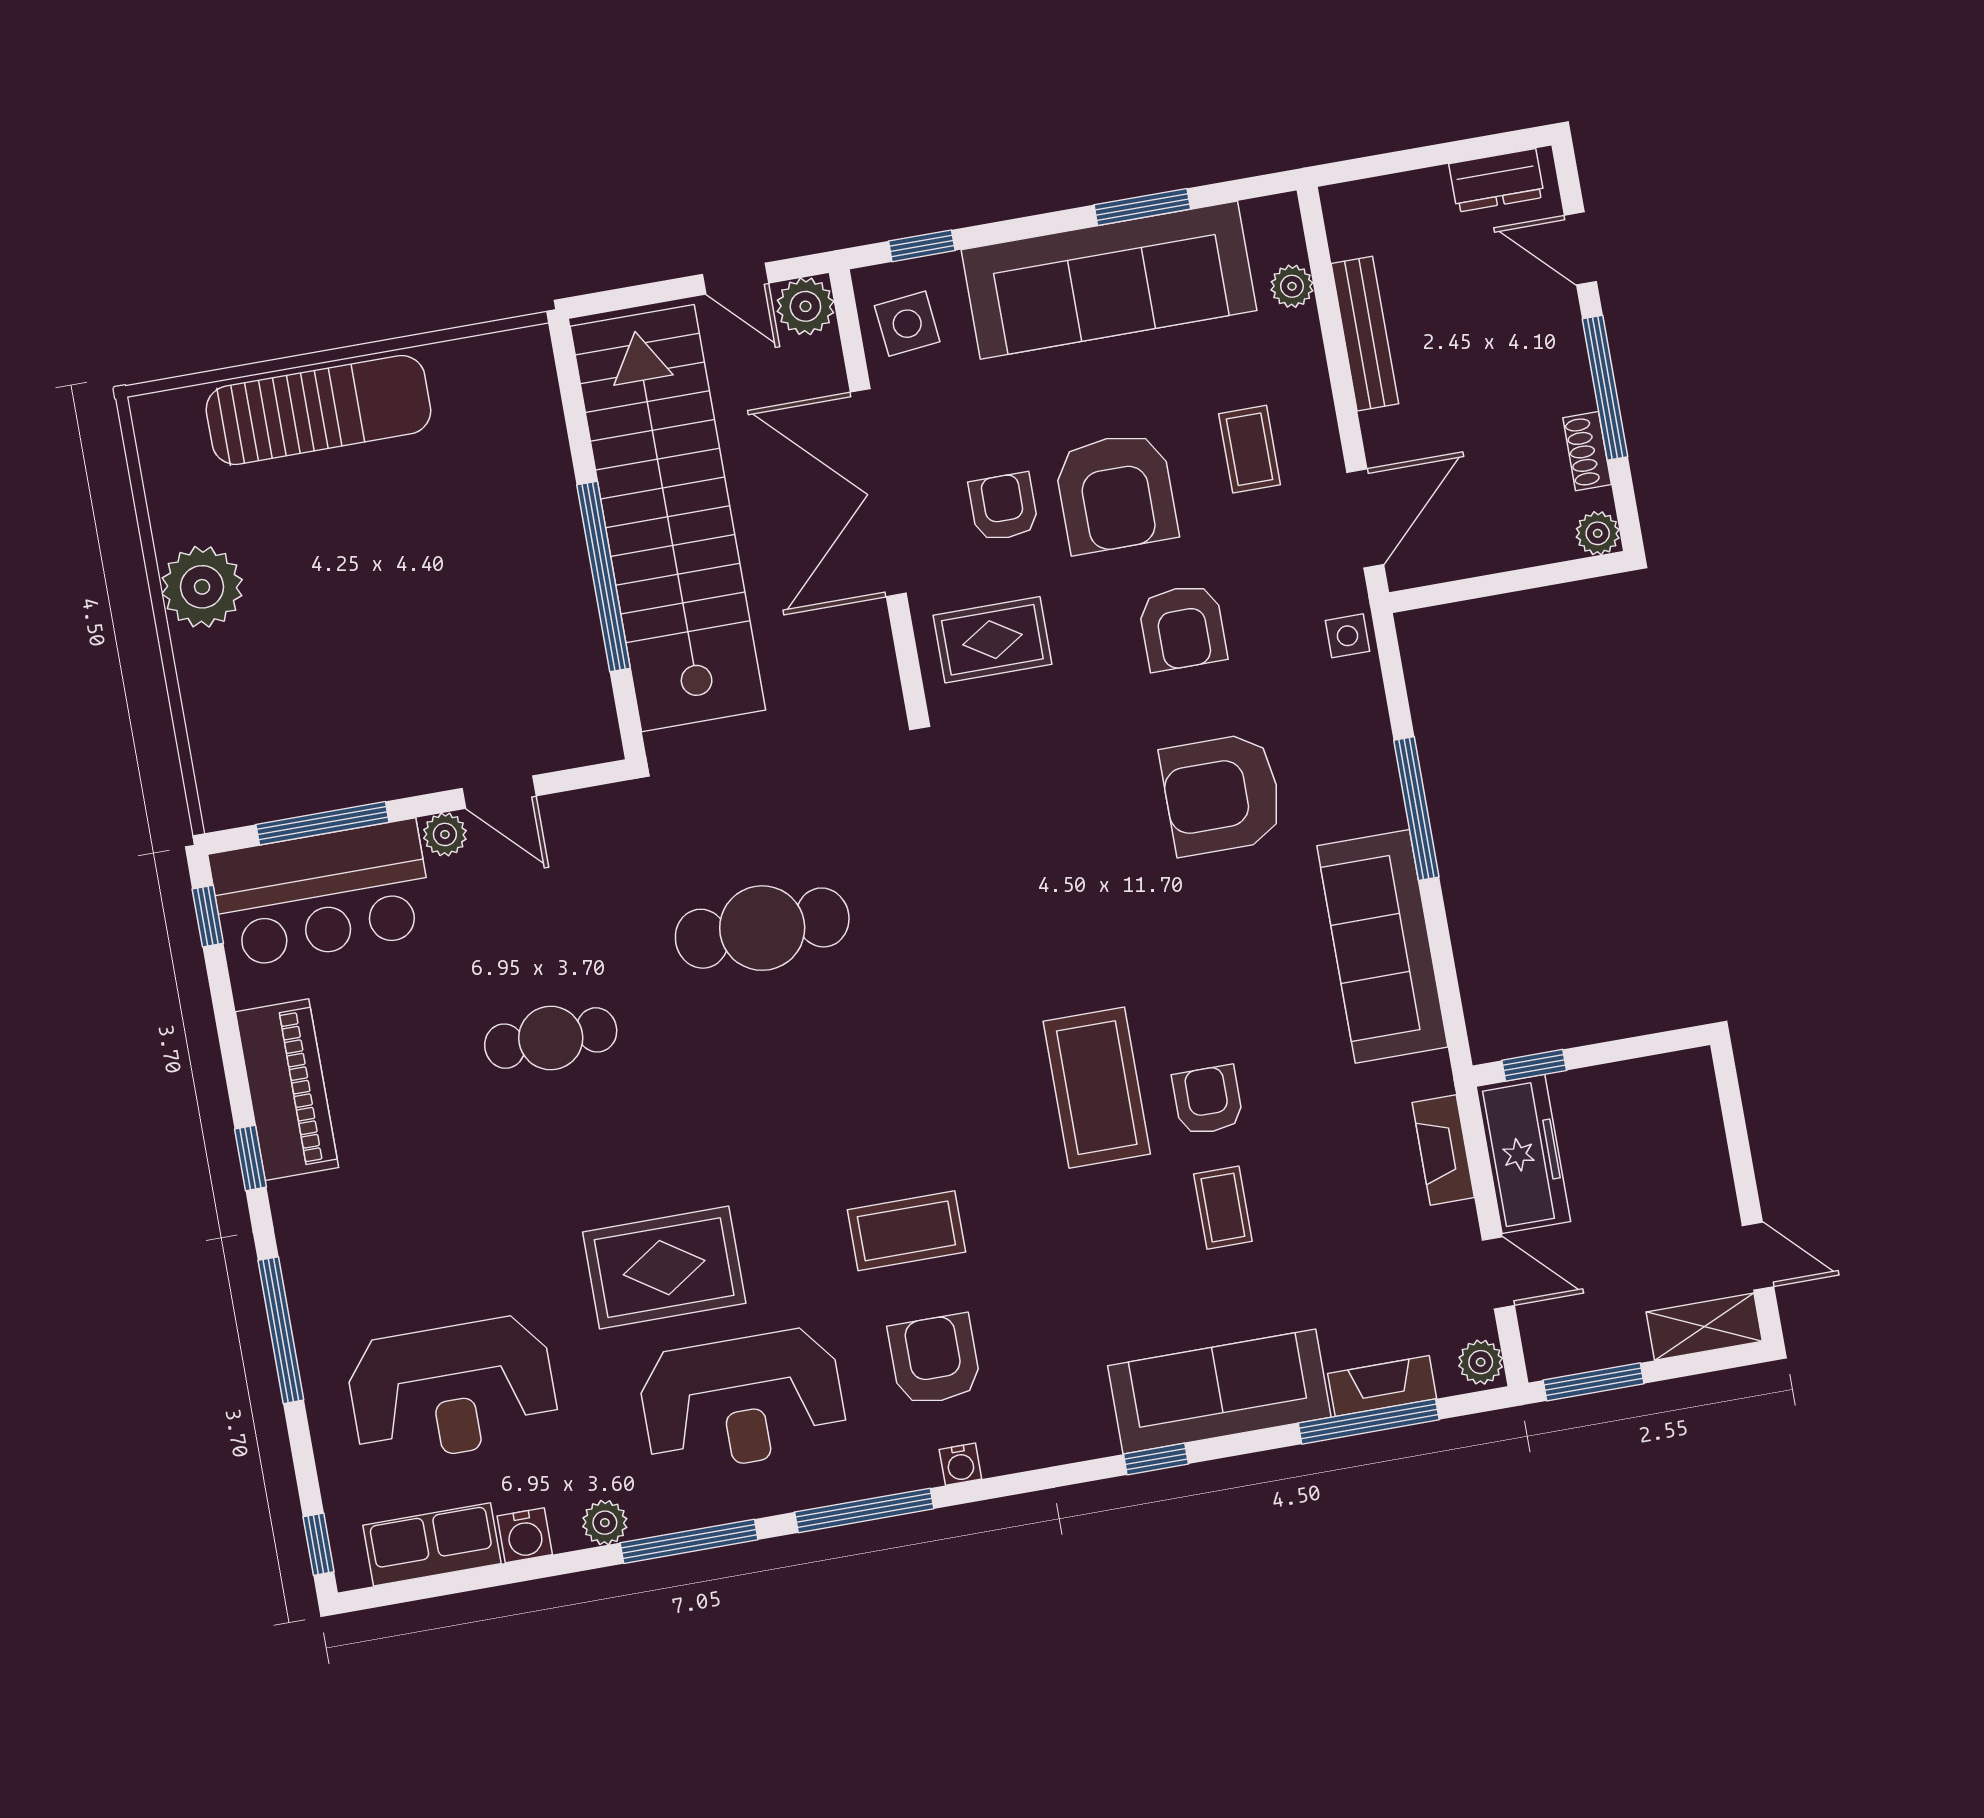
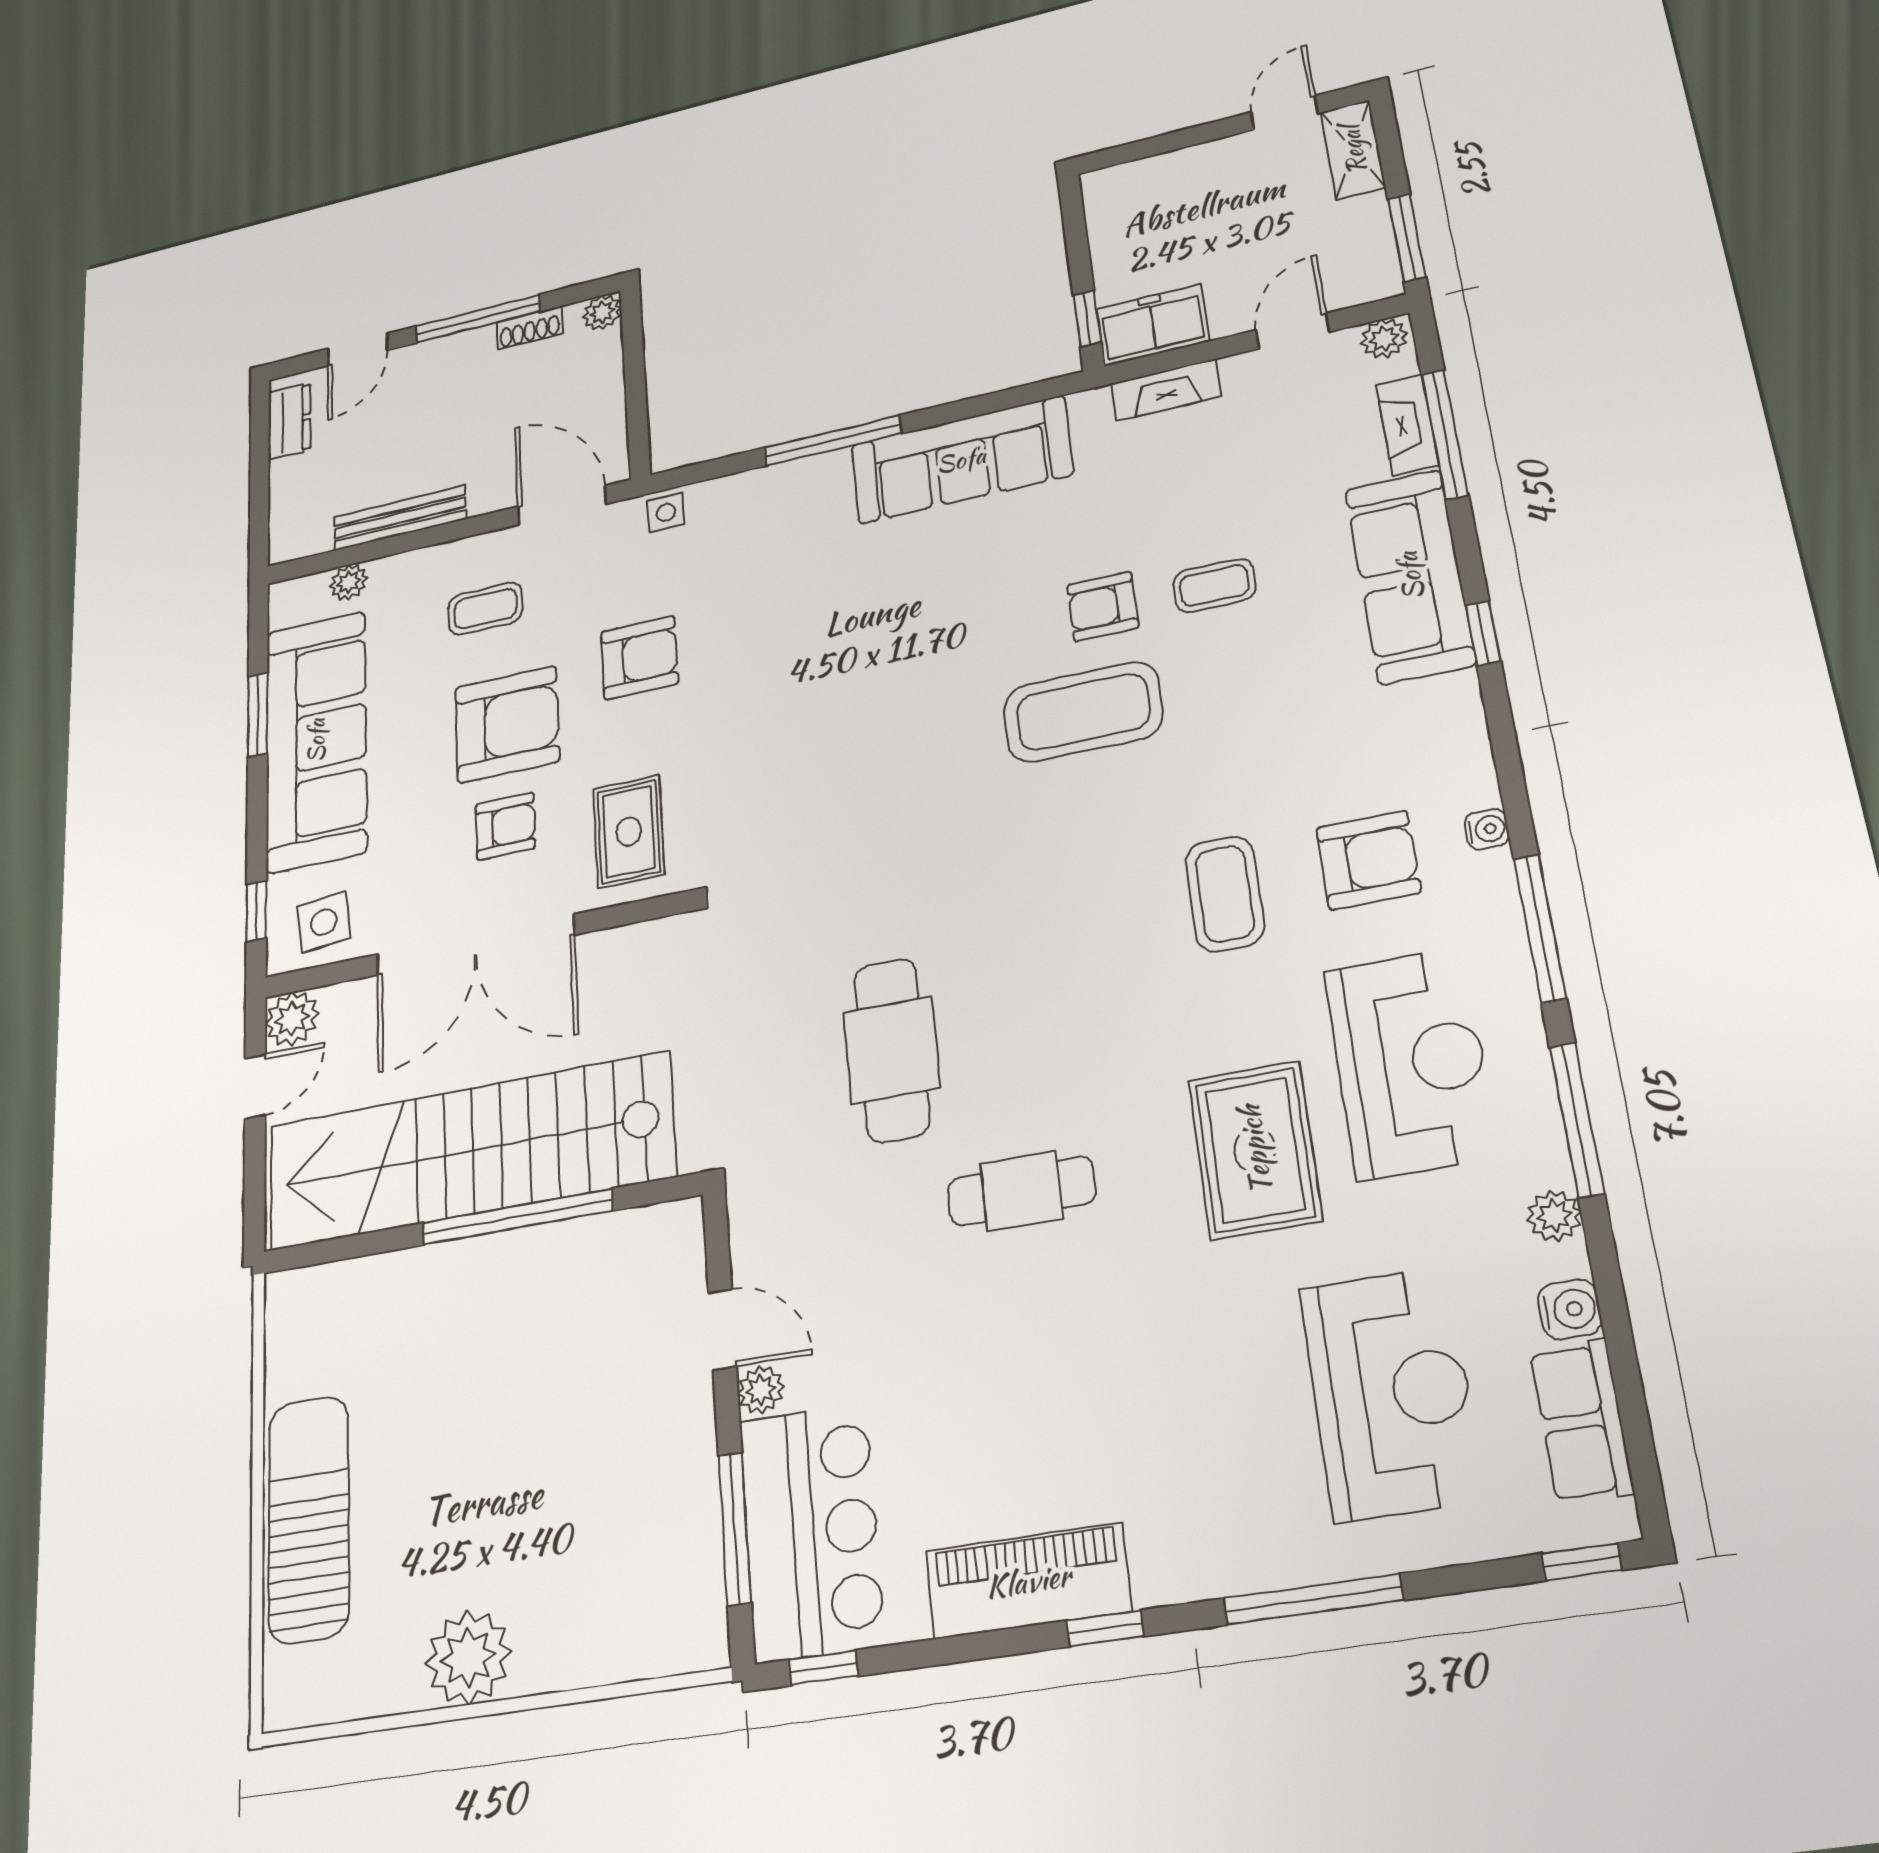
armchair: (1004, 507) -> (505, 826), turned 180
door: (499, 792) -> (722, 1329), hinge flipped
armchair: (1222, 794) -> (801, 613), removed
cafe table: (551, 1038) -> (1021, 1191), moved, turned 90
freezer: (1523, 1154) -> (1153, 325), width x0.71
armchair: (935, 1360) -> (1368, 860), turned 180

